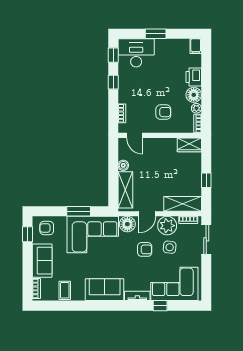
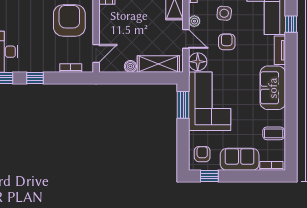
armchair: (163, 112) -> (69, 20), width x1.88, depth x1.88
window: (79, 211) -> (183, 105), moved
plant: (167, 226) -> (194, 21), width x0.53, depth x0.53
armchair: (47, 228) -> (202, 154), turned 180

